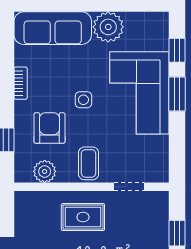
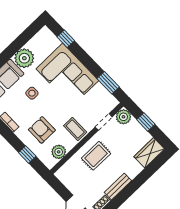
window: (177, 94) -> (108, 83), moved
side table: (83, 100) -> (32, 93), moved
plant: (157, 203) -> (123, 117), added

